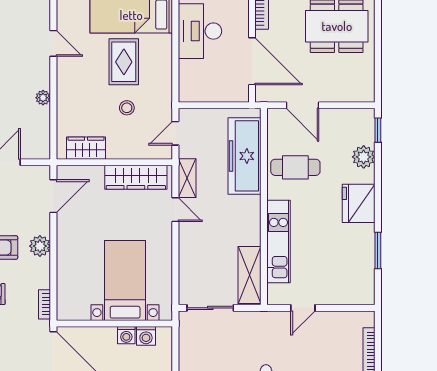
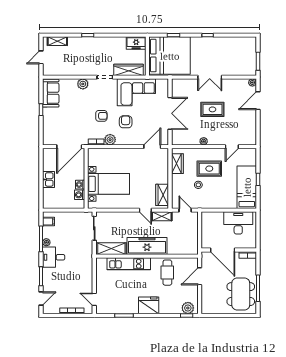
door: (252, 61) -> (223, 250), hinge flipped
rug: (124, 62) -> (209, 169), moved
freezer: (244, 156) -> (147, 246), moved
plant: (364, 157) -> (188, 308), moved
wardrobe: (136, 177) -> (162, 195), width x0.67
door: (53, 196) -> (152, 147), swing flipped
door: (175, 210) -> (145, 210), hinge flipped
plant: (40, 246) -> (110, 140), moved
door: (303, 308) -> (94, 299), moved

